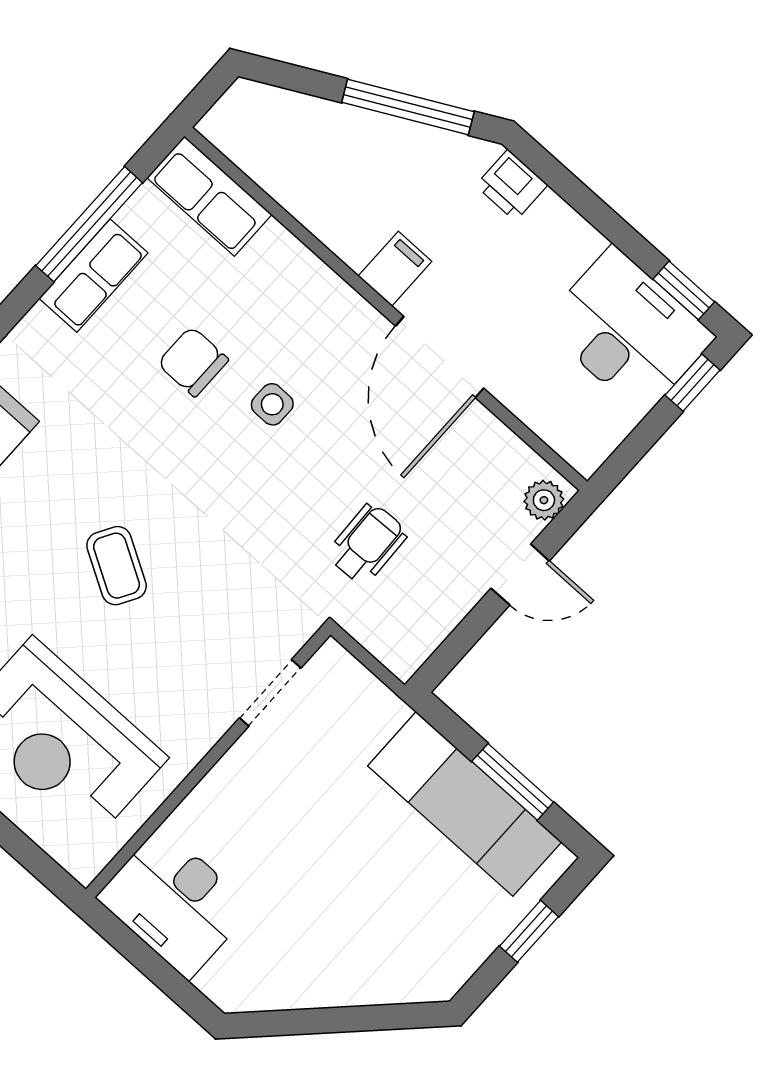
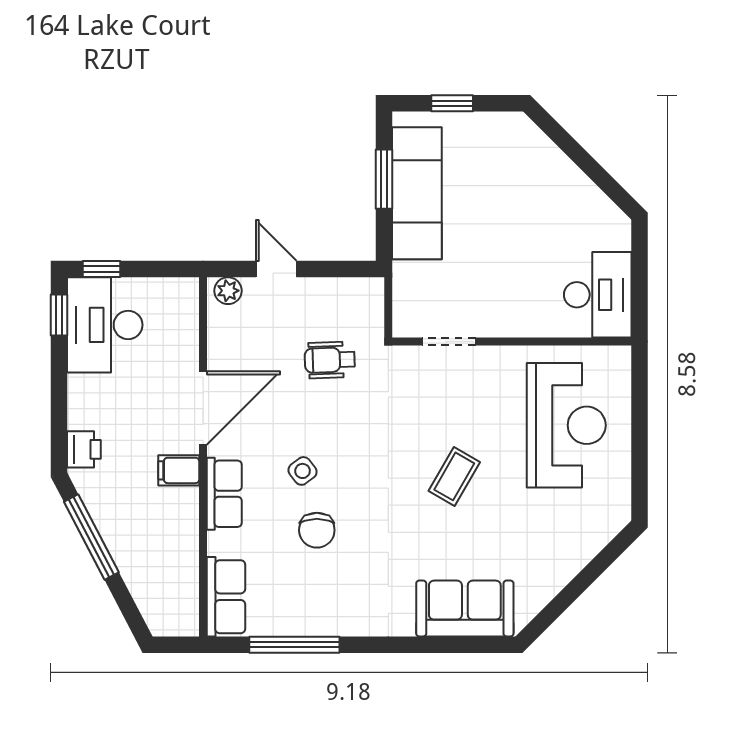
row of seats: (93, 276) -> (224, 494), moved, turned 90
side table: (272, 404) -> (303, 471), turned -37

